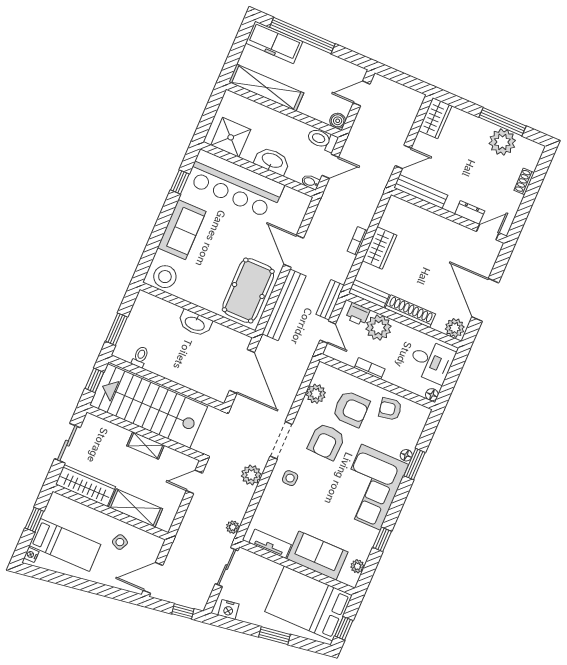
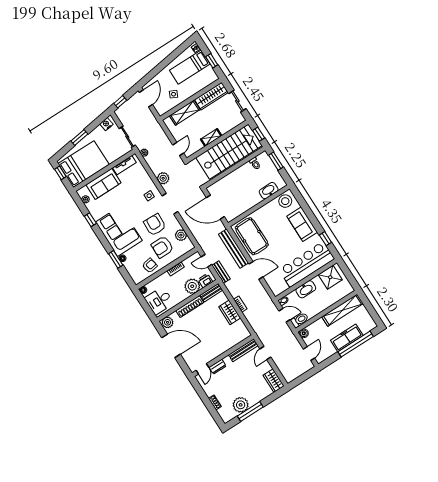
freezer: (274, 42) -> (347, 338), moved
door: (330, 166) -> (284, 315), swing flipped
washbasin: (195, 323) -> (269, 191), moved

